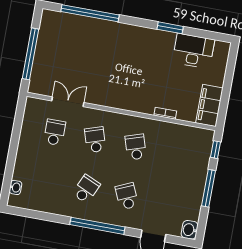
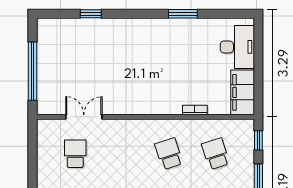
window: (90, 13) -> (91, 14), width x0.32
desk: (193, 51) -> (237, 47), moved, turned 90
school desk: (95, 140) -> (216, 154), moved

